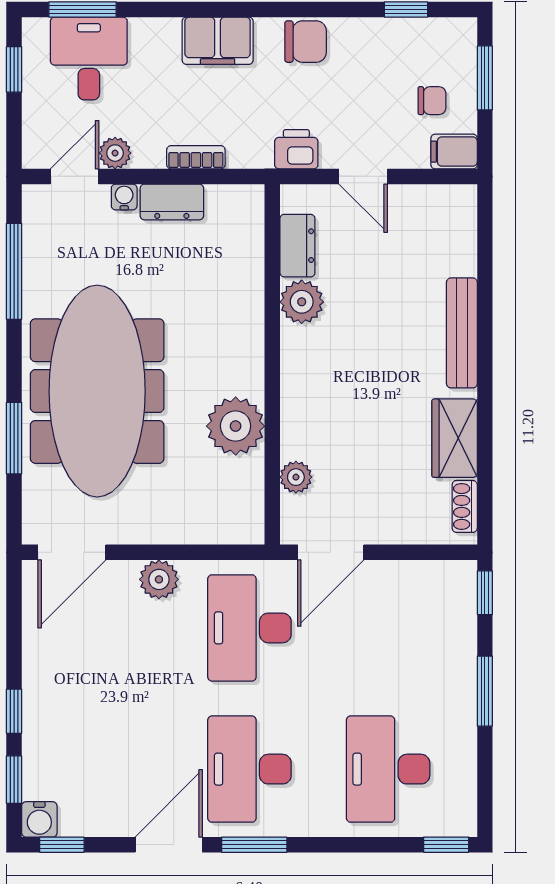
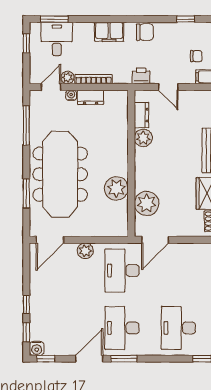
bookcase: (196, 157) -> (94, 79), width x1.56
plant: (296, 477) -> (147, 203), width x1.87, depth x1.87

